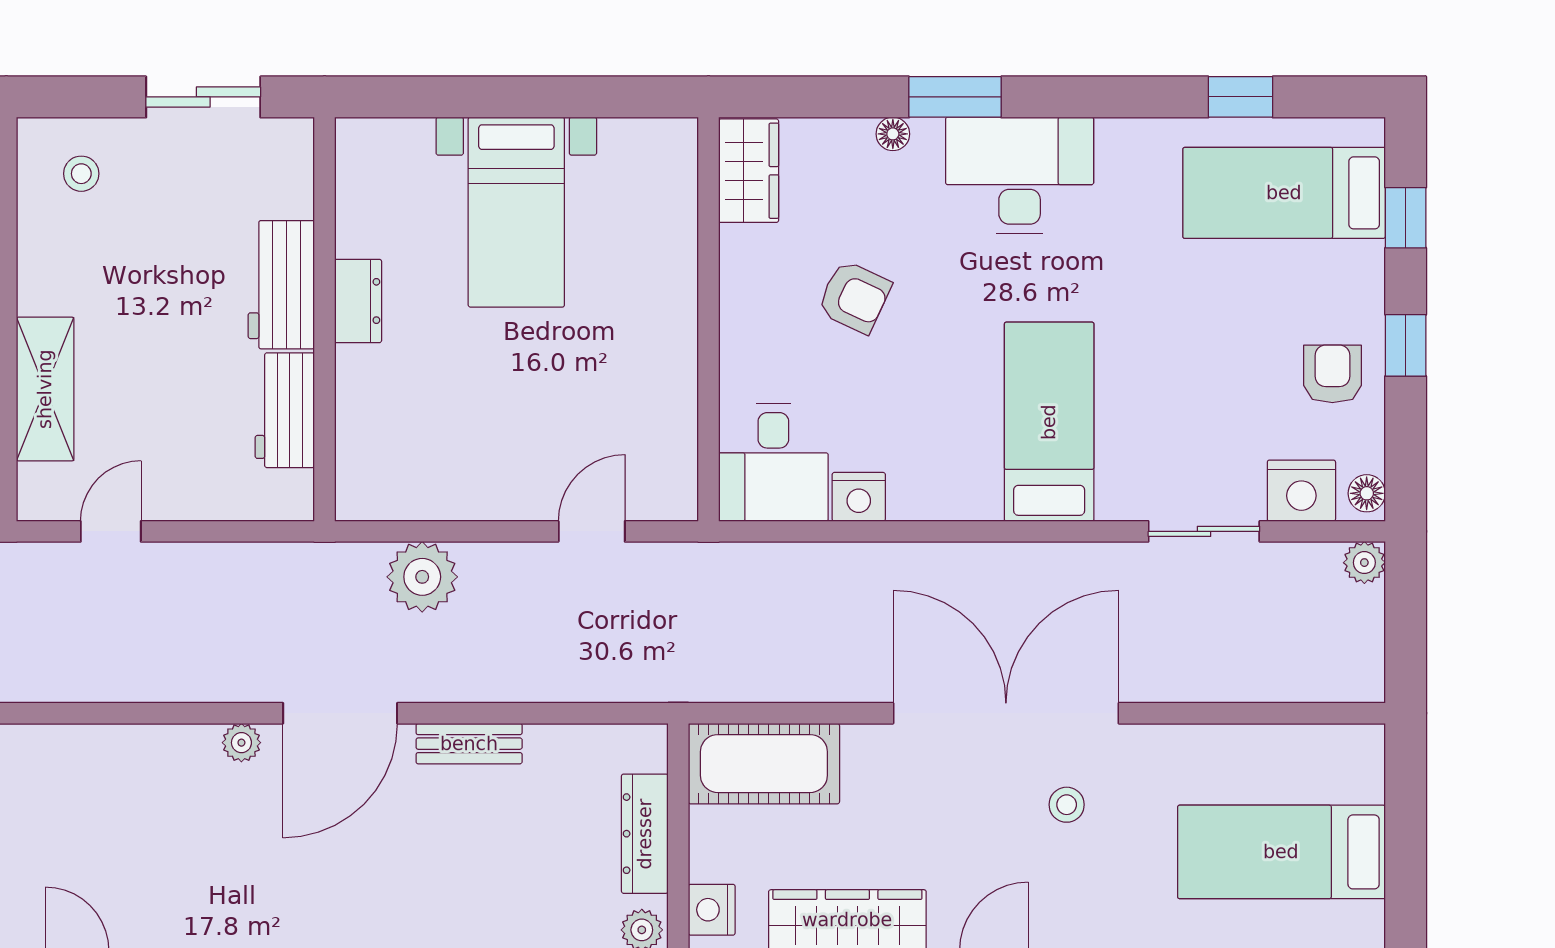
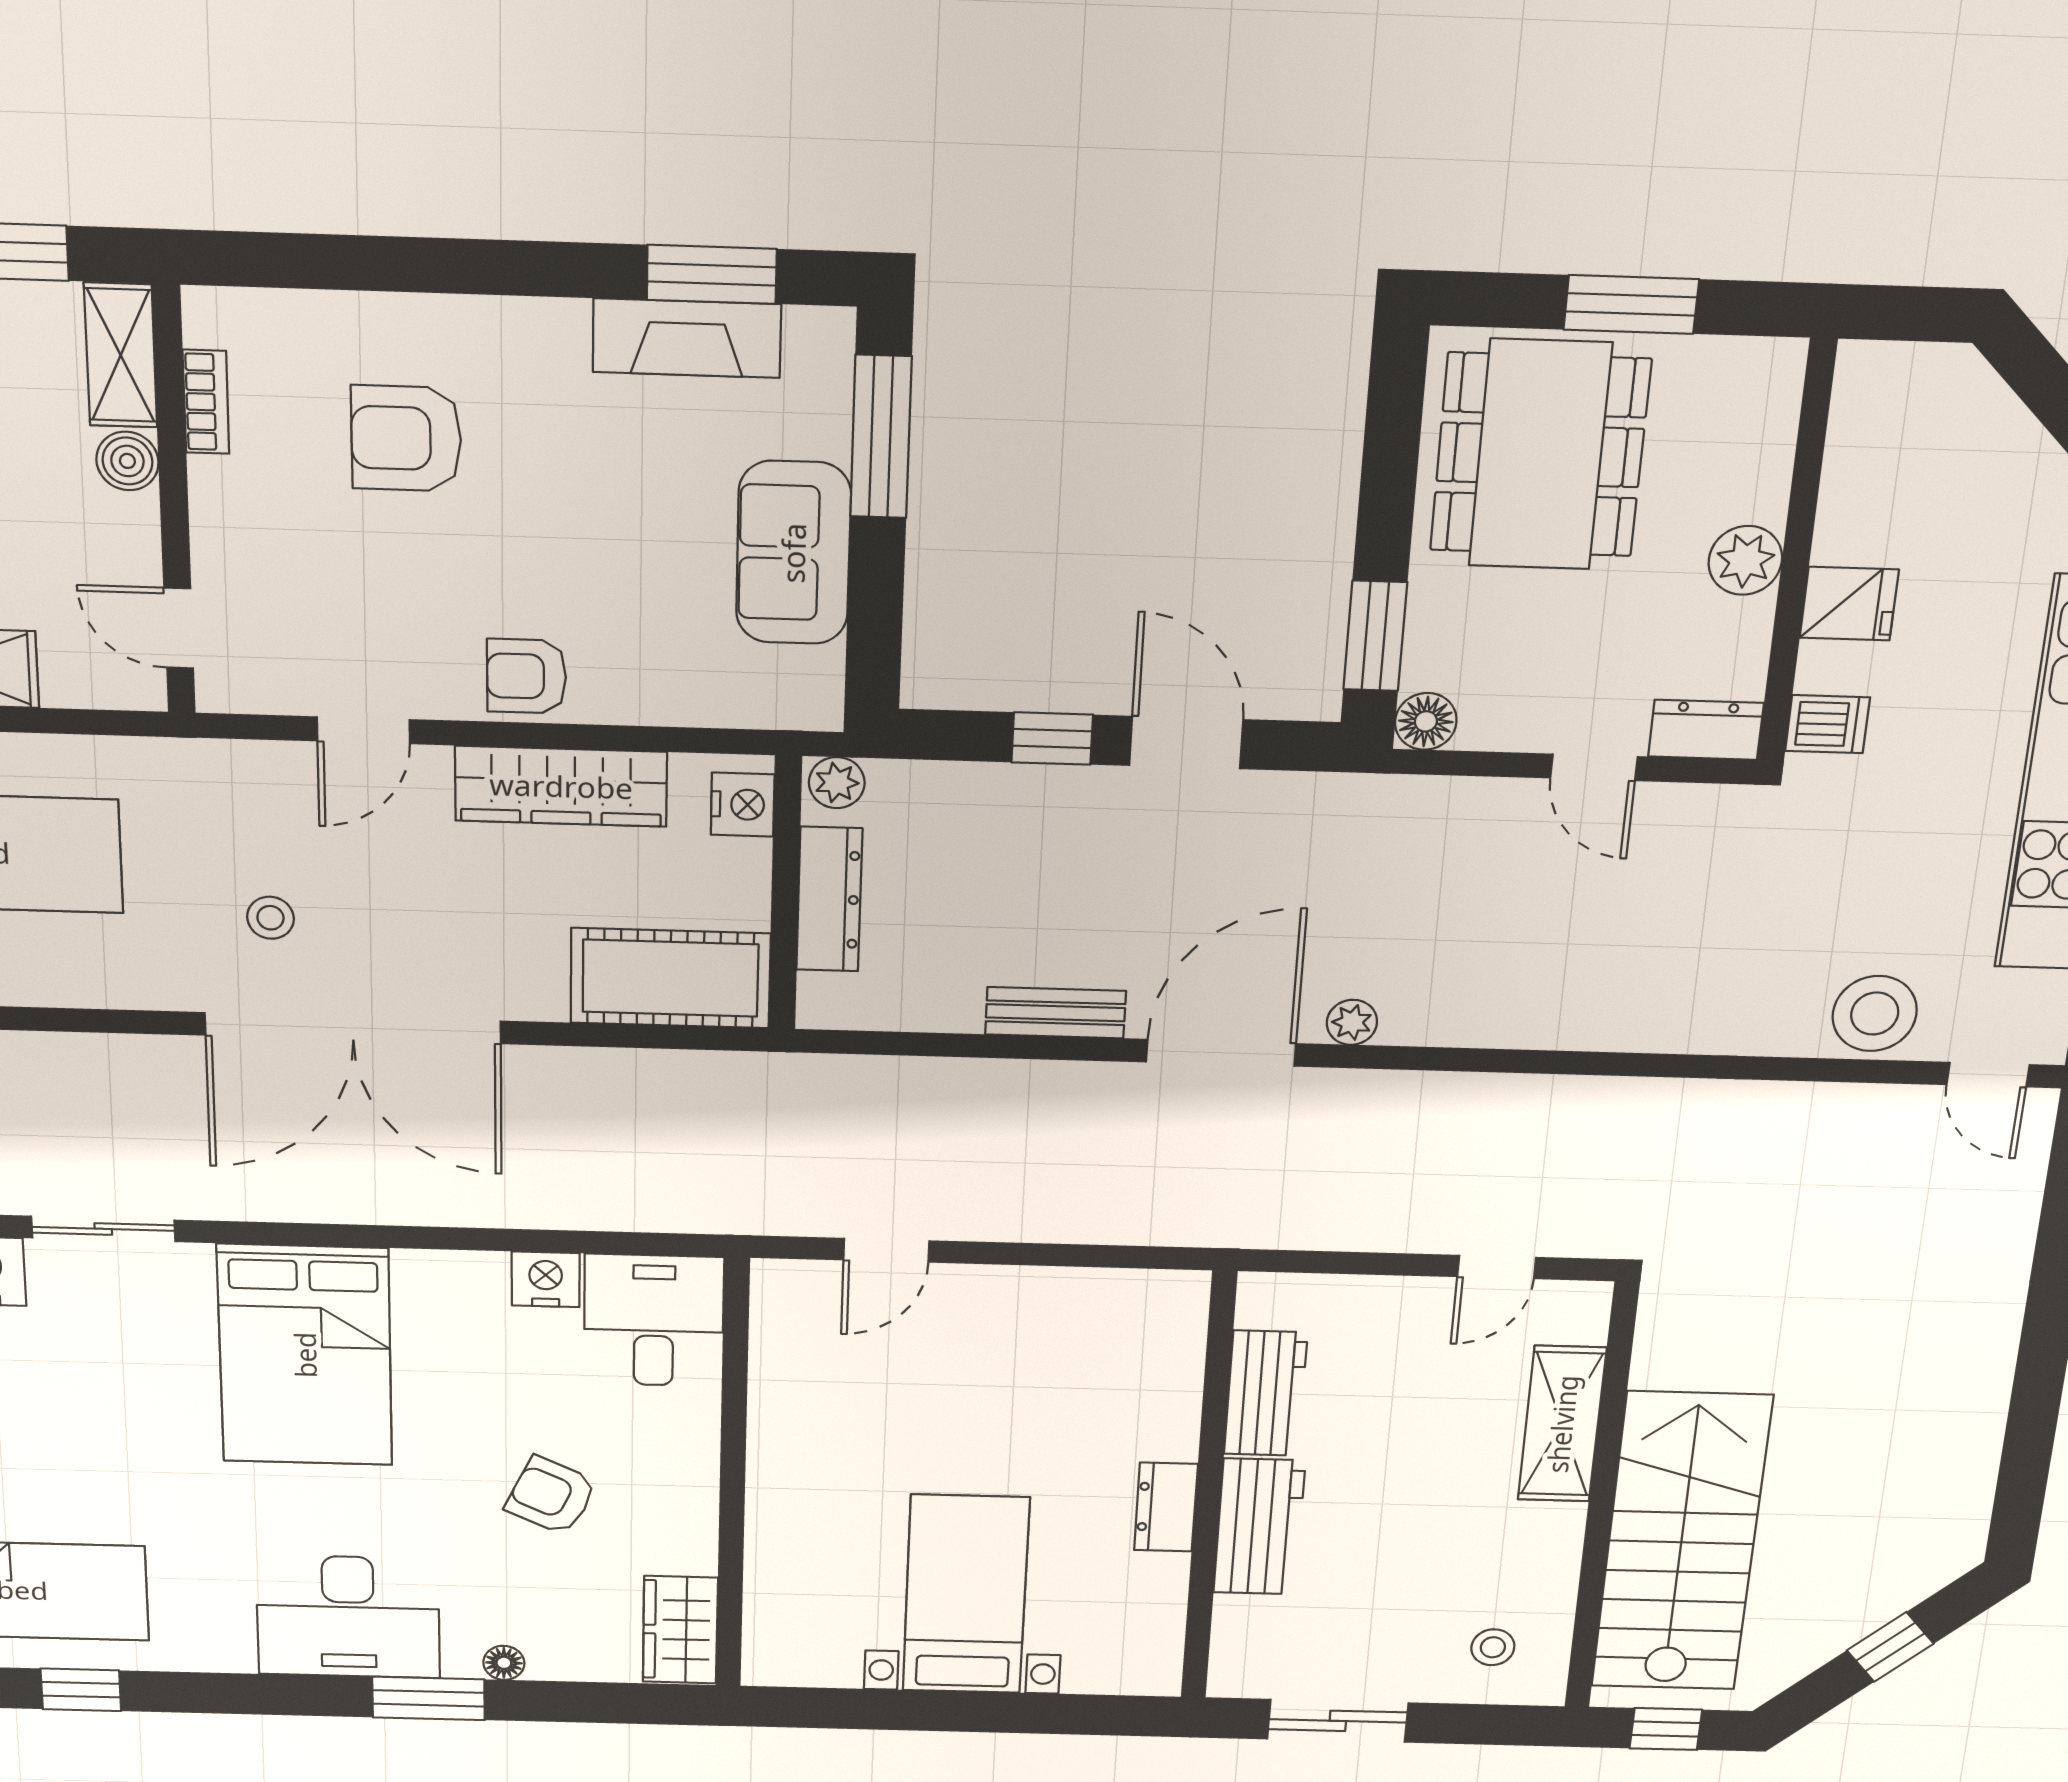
bed: (1049, 422) -> (305, 1355), width x1.50
plant: (422, 577) -> (1105, 1205), removed

